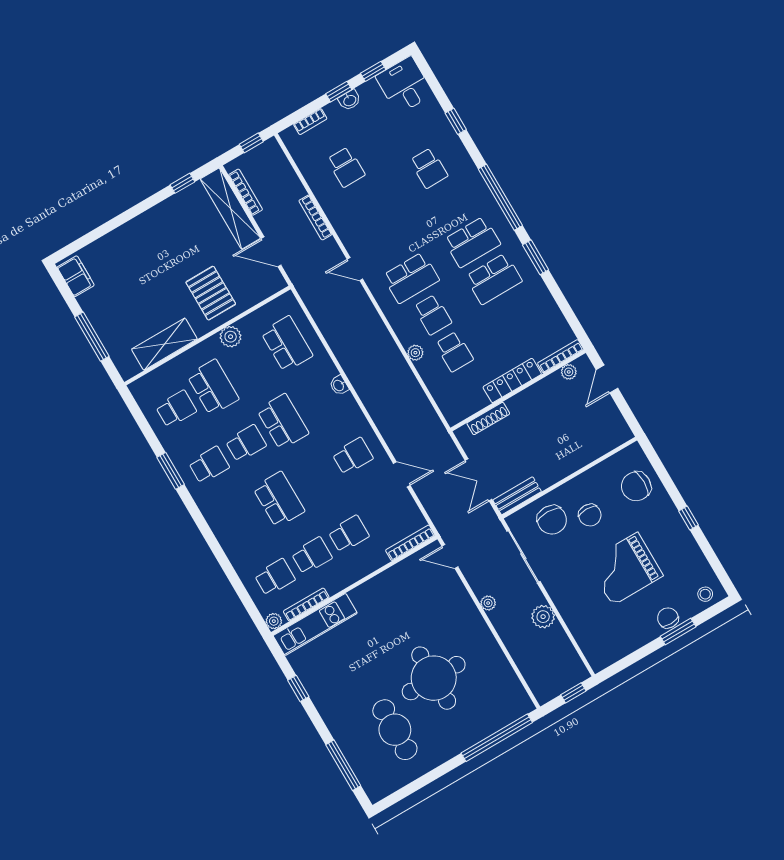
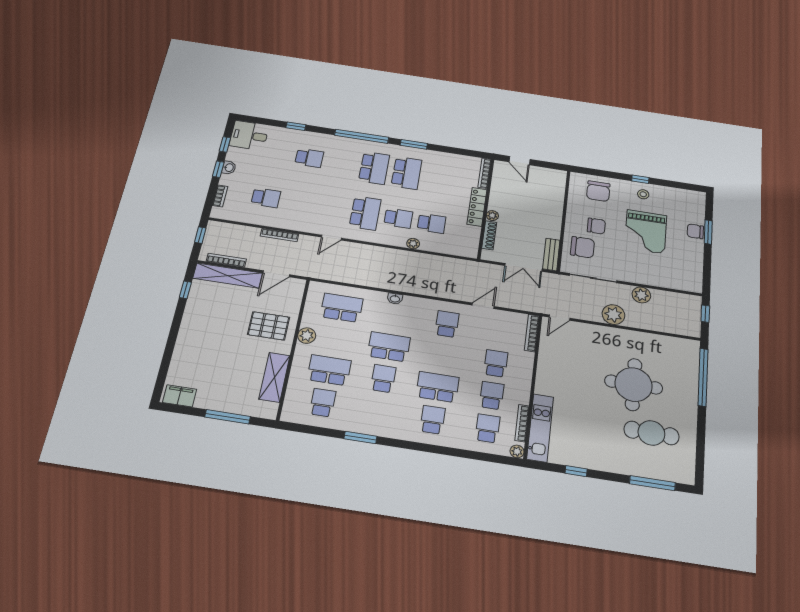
plant: (569, 372) -> (492, 216), moved
school desk: (209, 465) -> (433, 420), moved
stool: (705, 594) -> (643, 194), moved
plant: (488, 603) -> (613, 315), width x1.87, depth x1.87

